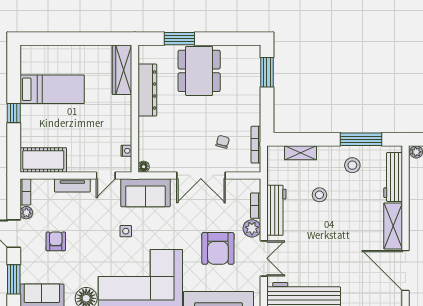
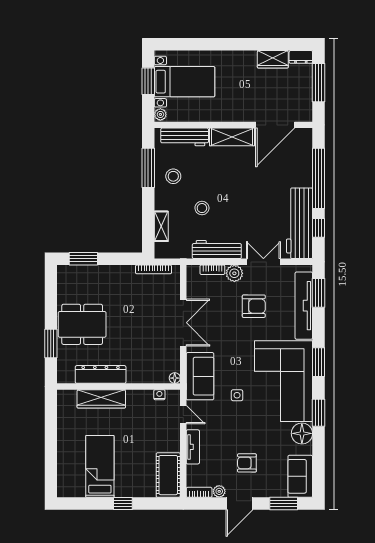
wardrobe: (122, 70) -> (101, 399), moved
chair: (223, 142) -> (151, 302), removed
armchair: (218, 248) -> (254, 306), width x0.73, depth x0.73

